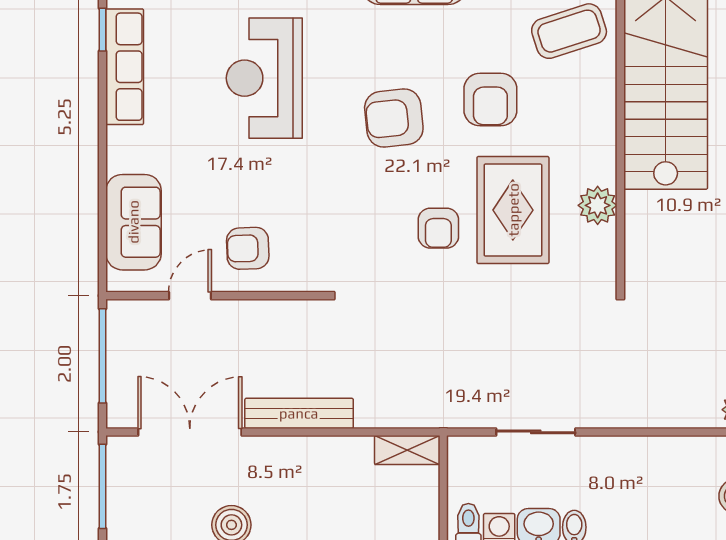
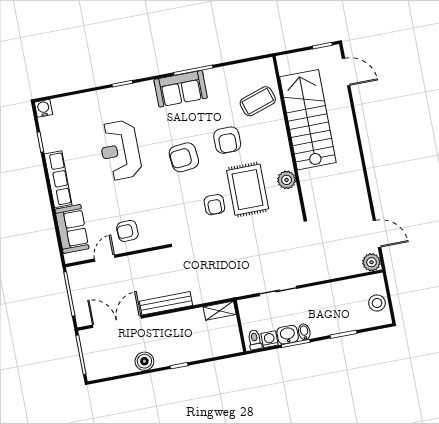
row of seats: (125, 67) -> (58, 179), moved

